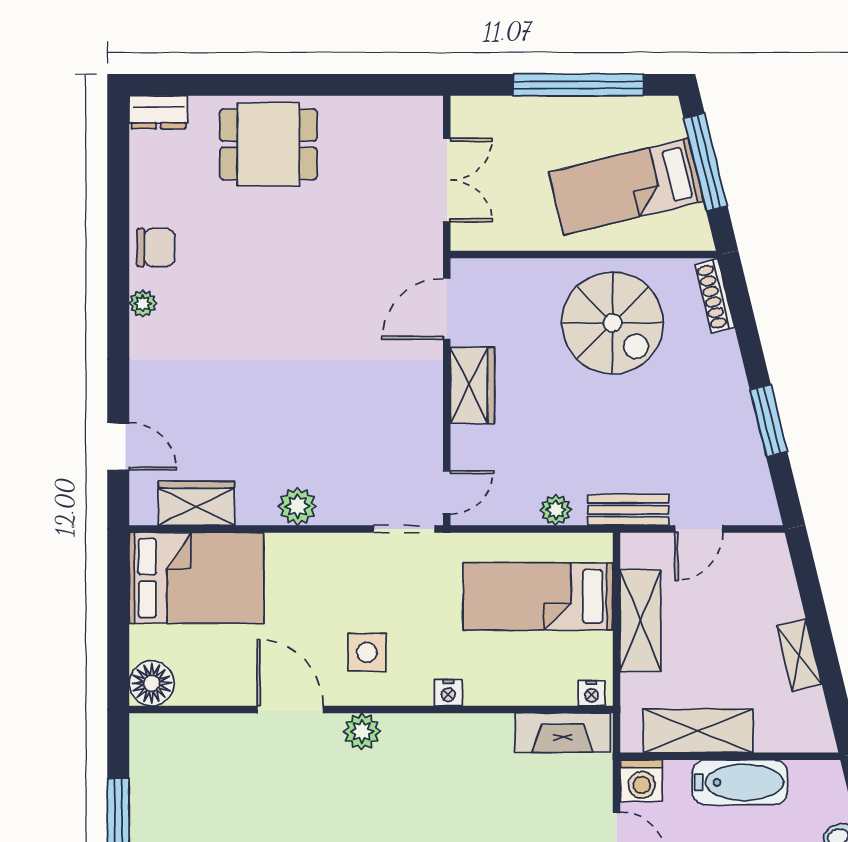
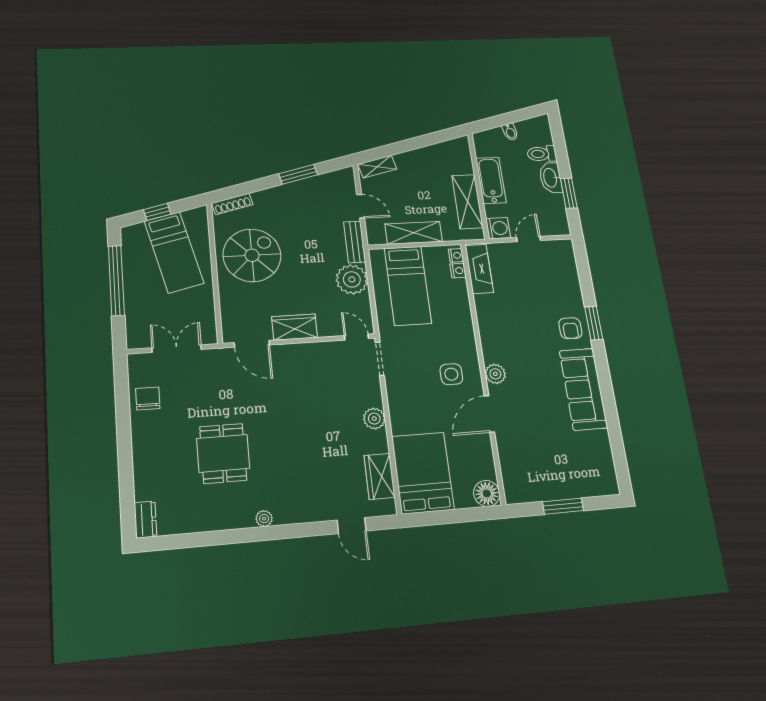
dining table: (268, 144) -> (223, 453), moved
window: (705, 162) -> (157, 212), width x0.46
chair: (156, 247) -> (148, 398), moved
door: (118, 447) -> (352, 526), swing flipped
plant: (556, 510) -> (352, 279), width x1.88, depth x1.88
shelving: (799, 655) -> (377, 167), moved
nightstand: (448, 693) -> (458, 271), moved

